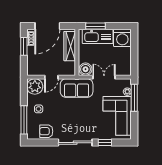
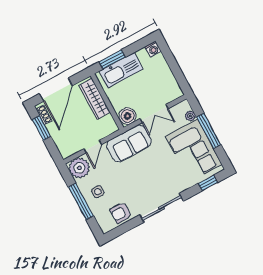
washing machine: (122, 38) -> (153, 49), width x0.53, depth x0.53
double door: (104, 77) -> (154, 114), swing flipped
window: (134, 98) -> (209, 131), moved
window: (24, 120) -> (81, 201), moved
window: (105, 143) -> (208, 183), moved

